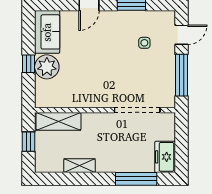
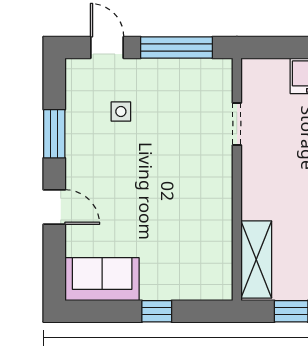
plant: (47, 67) -> (162, 280), removed
doorway: (137, 110) -> (237, 124), width x0.53

